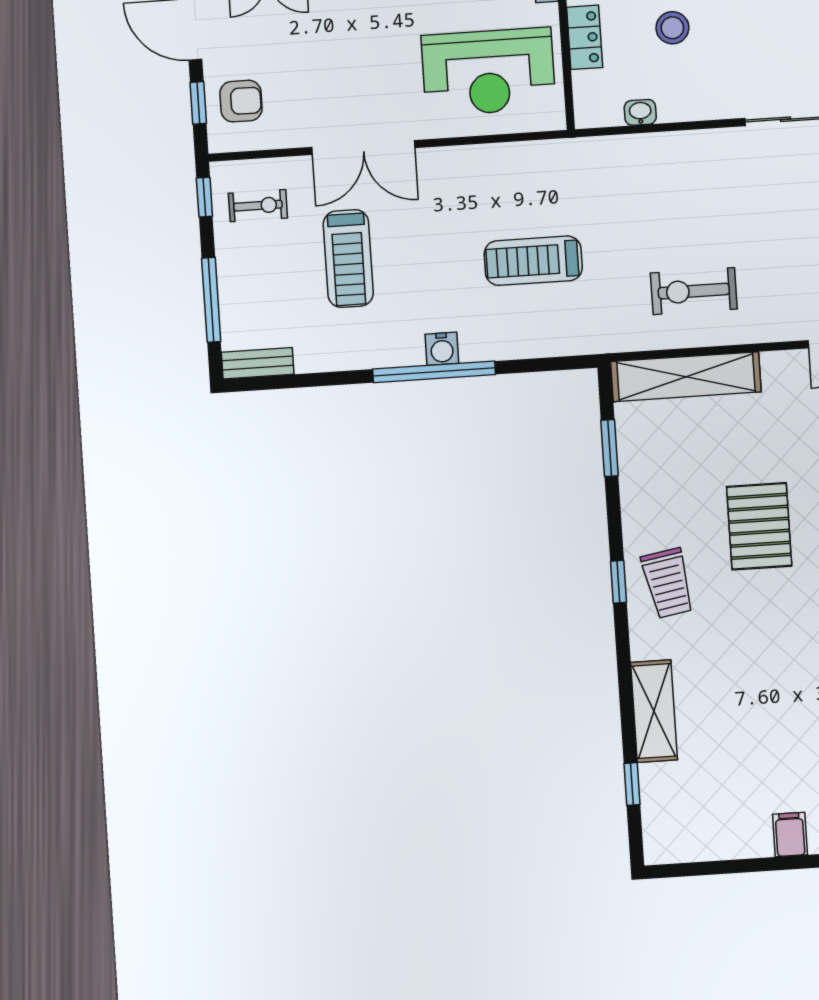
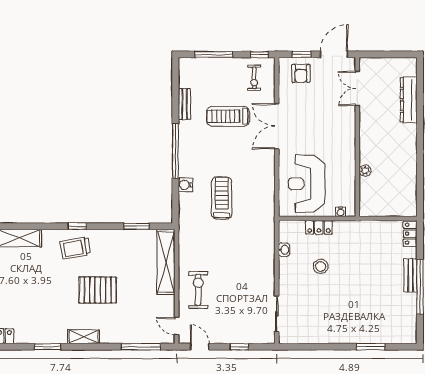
exercise bike: (694, 291) -> (198, 290), moved
water cooler: (442, 349) -> (185, 185), moved
bench: (258, 363) -> (184, 104), moved

